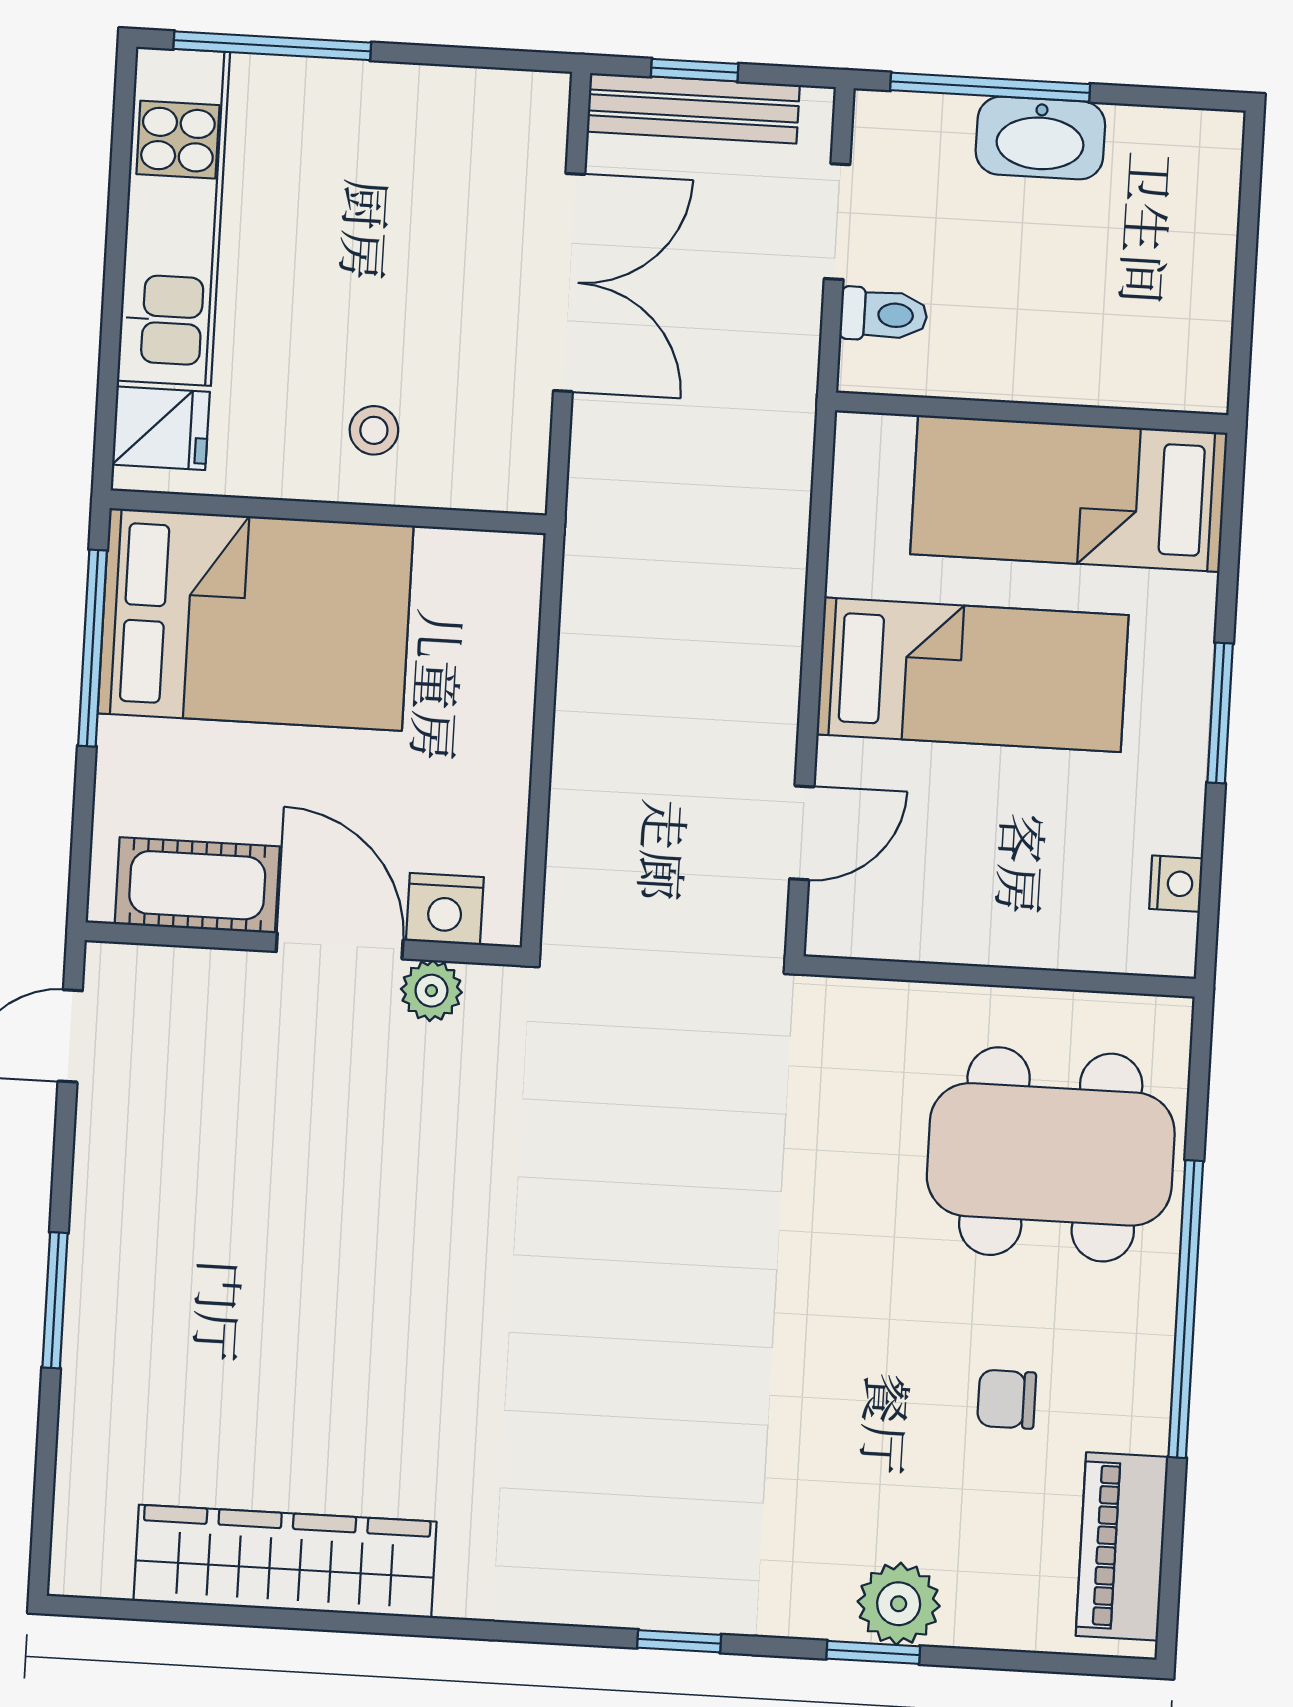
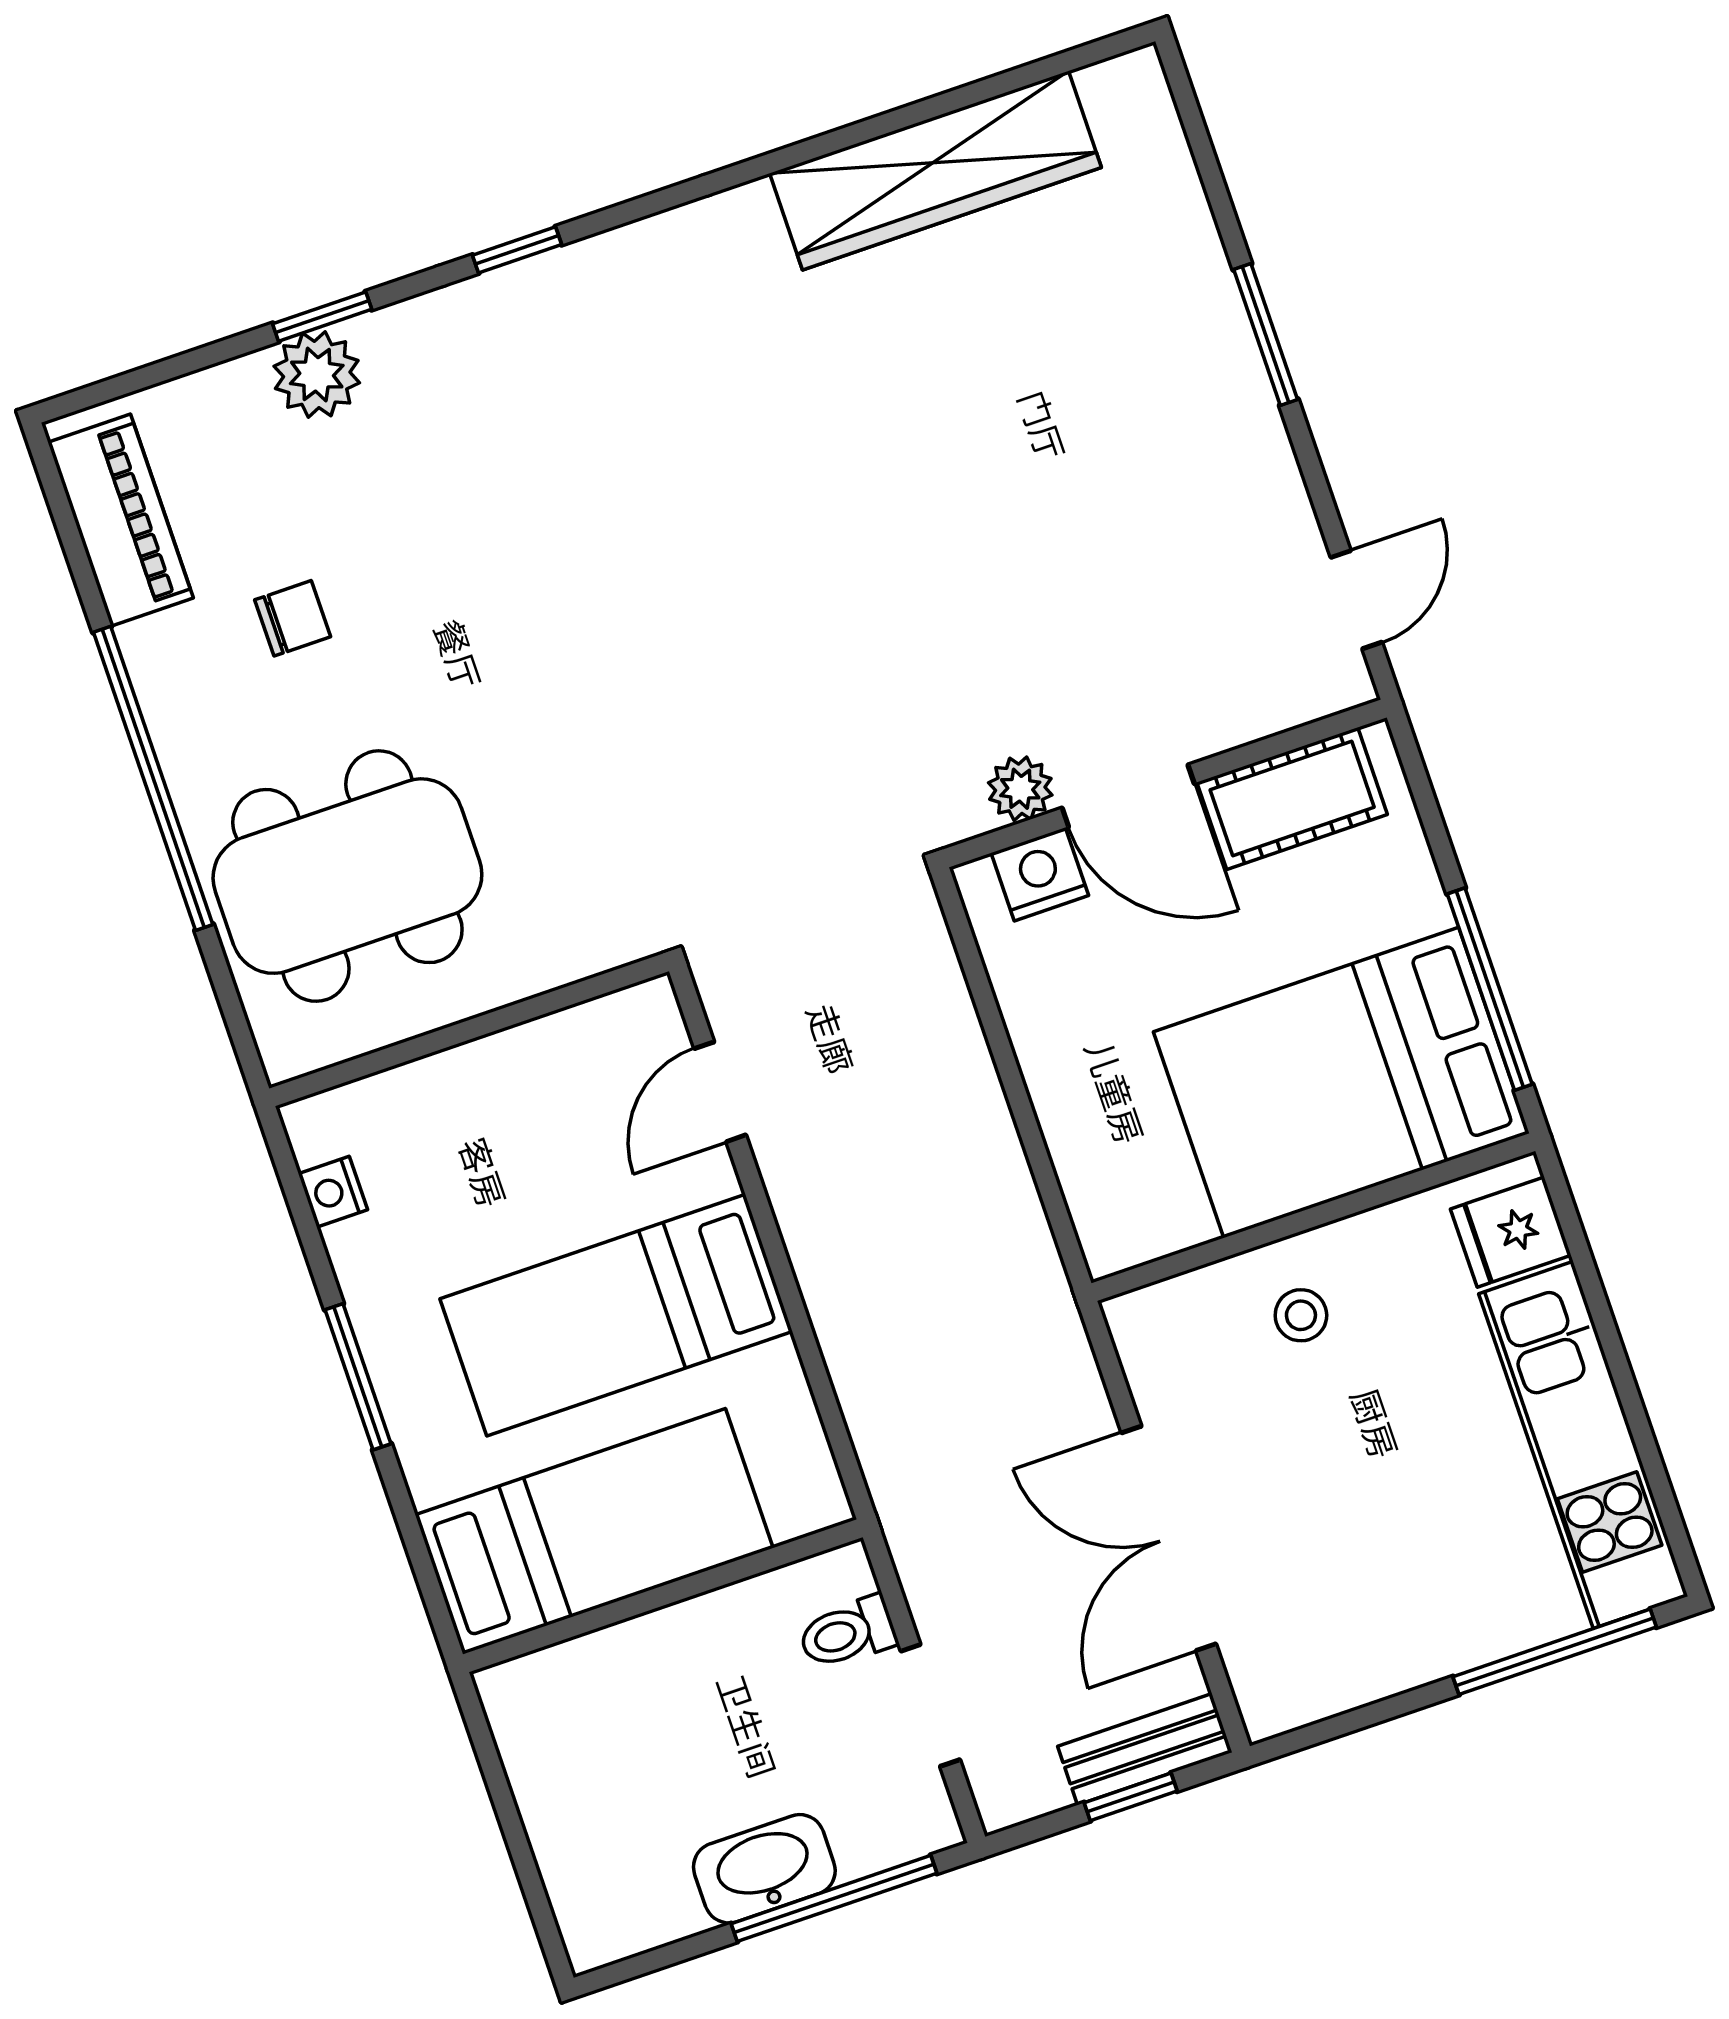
bench: (693, 108) -> (1145, 1749), width x0.73

